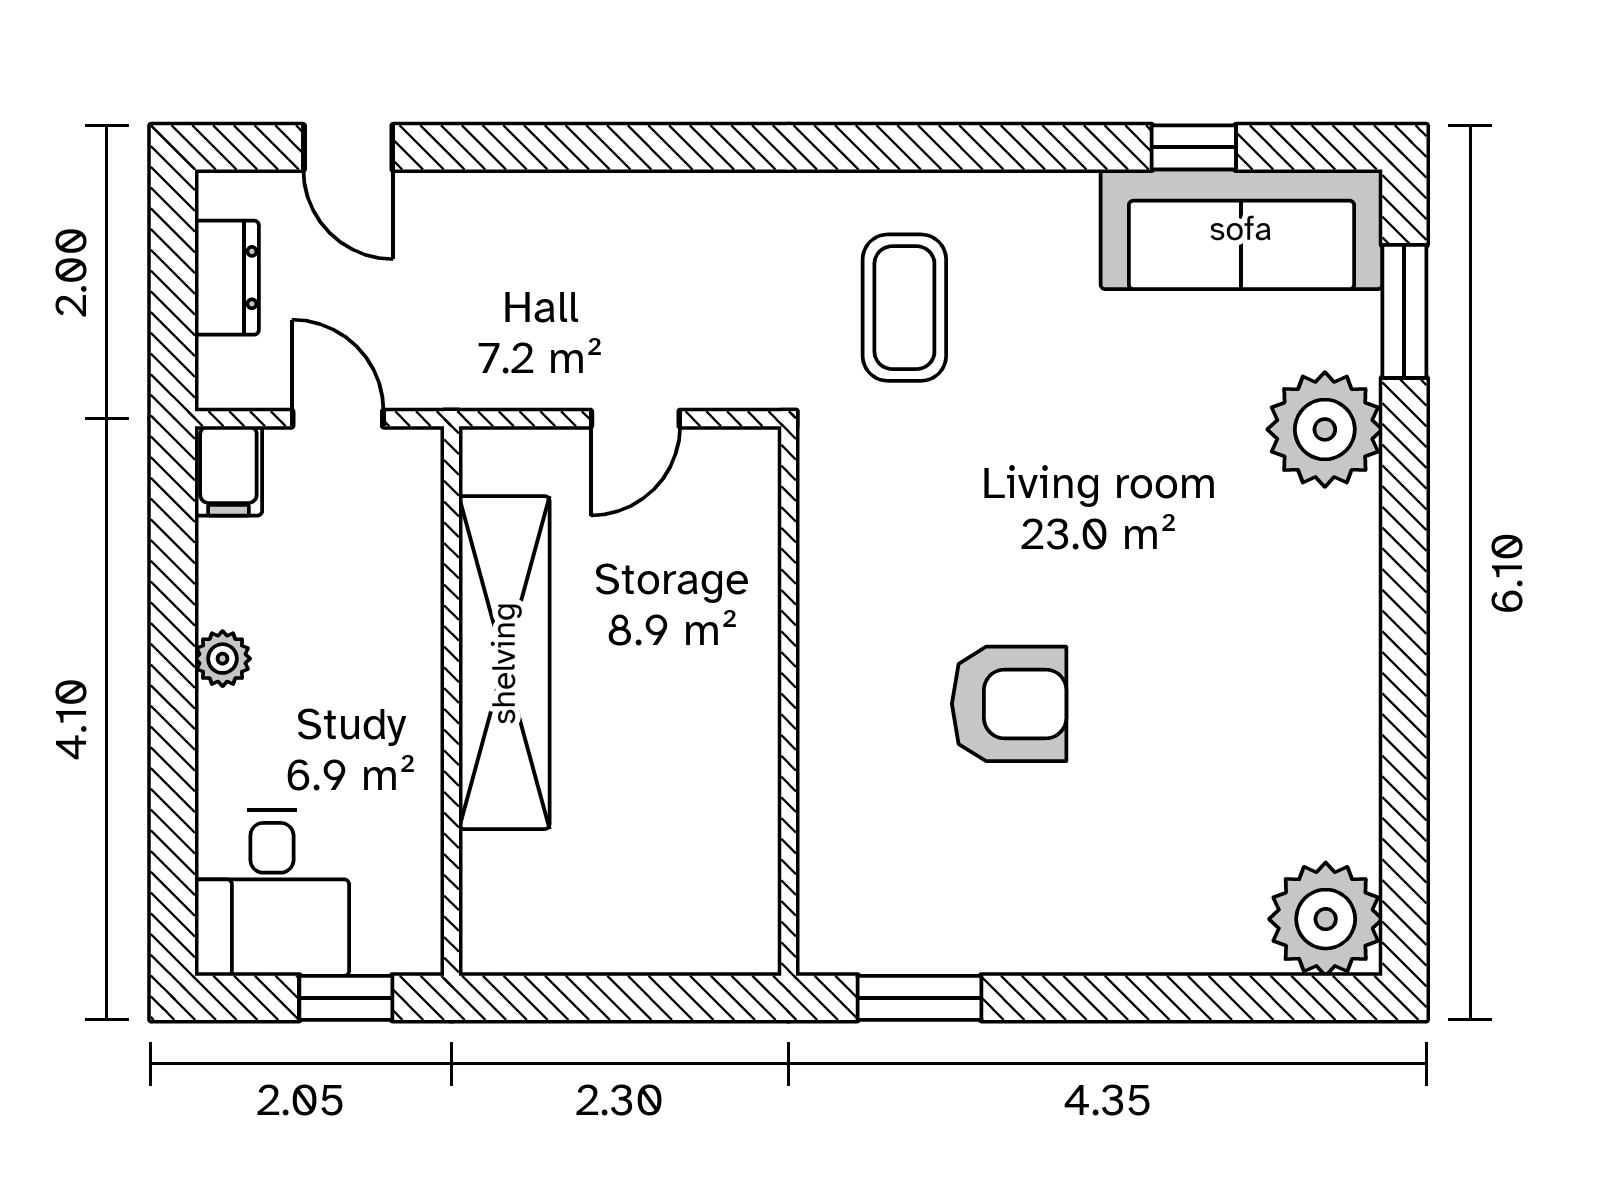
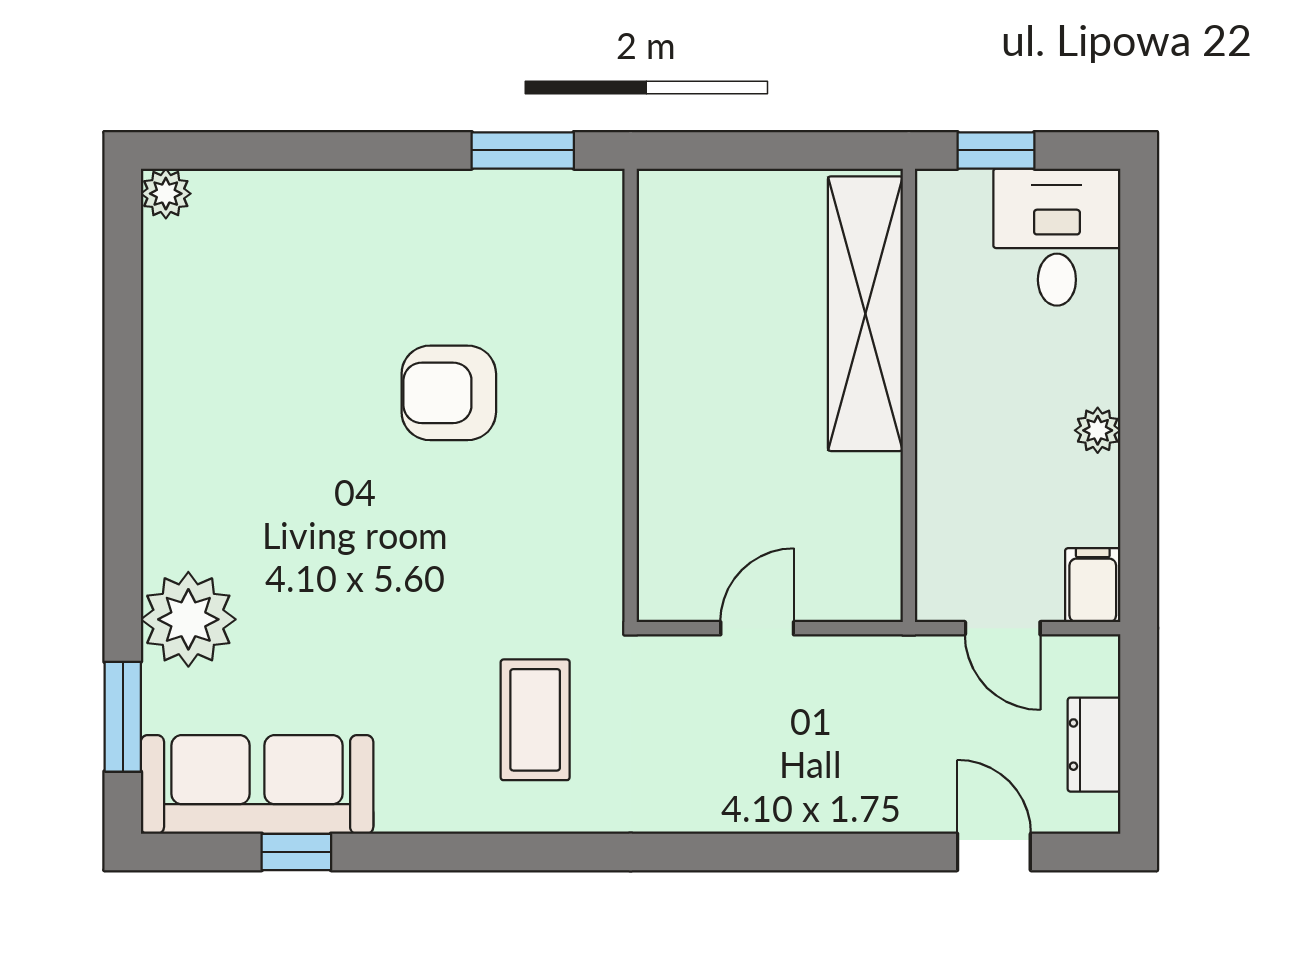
shelving: (504, 663) -> (865, 314), moved
plant: (1326, 919) -> (166, 194), width x0.53, depth x0.53

